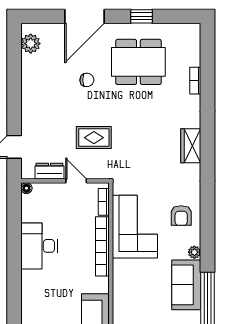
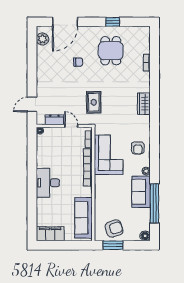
door: (84, 16) -> (65, 22), moved
dining table: (138, 62) -> (111, 51), width x0.73
rug: (94, 138) -> (94, 102), moved, turned 90
desk: (39, 246) -> (48, 183), moved

